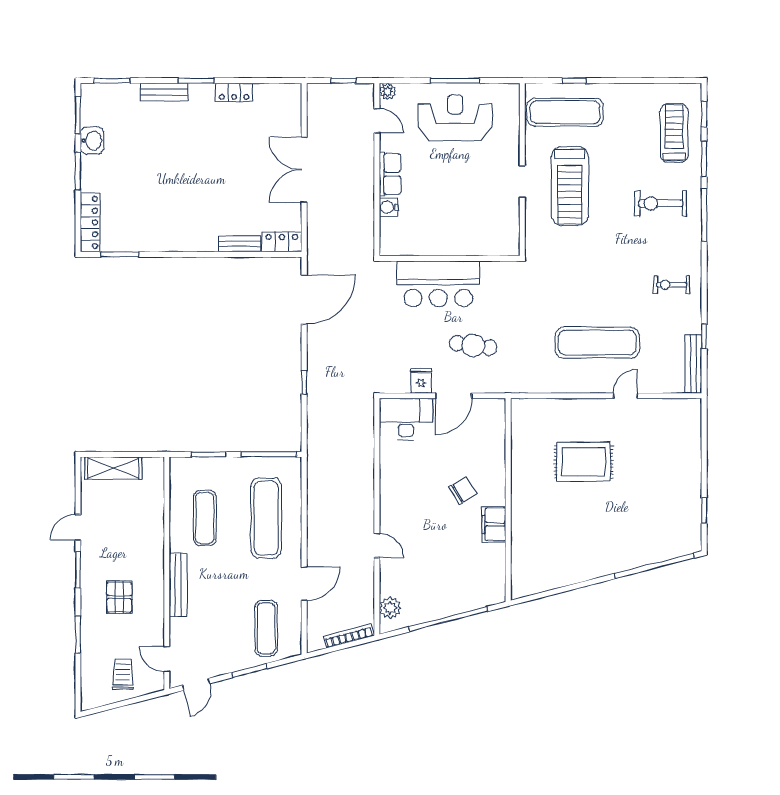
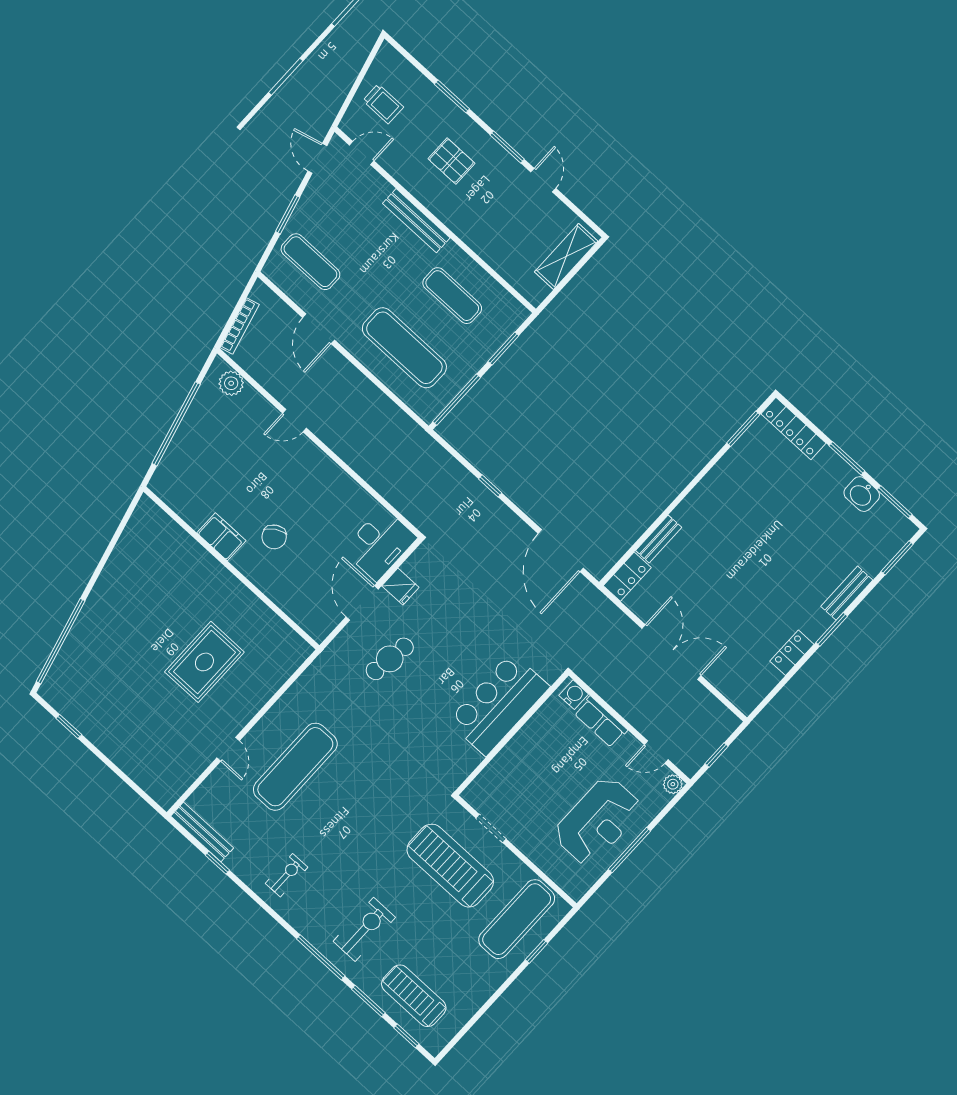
treadmill: (674, 133) -> (414, 996), turned 180
wall: (450, 258) -> (512, 733), moved
bar counter: (438, 284) -> (499, 704), moved

